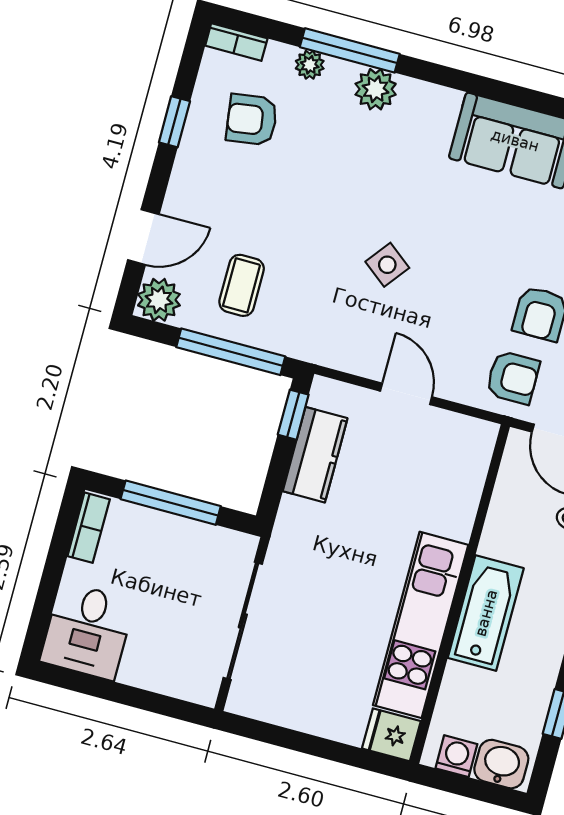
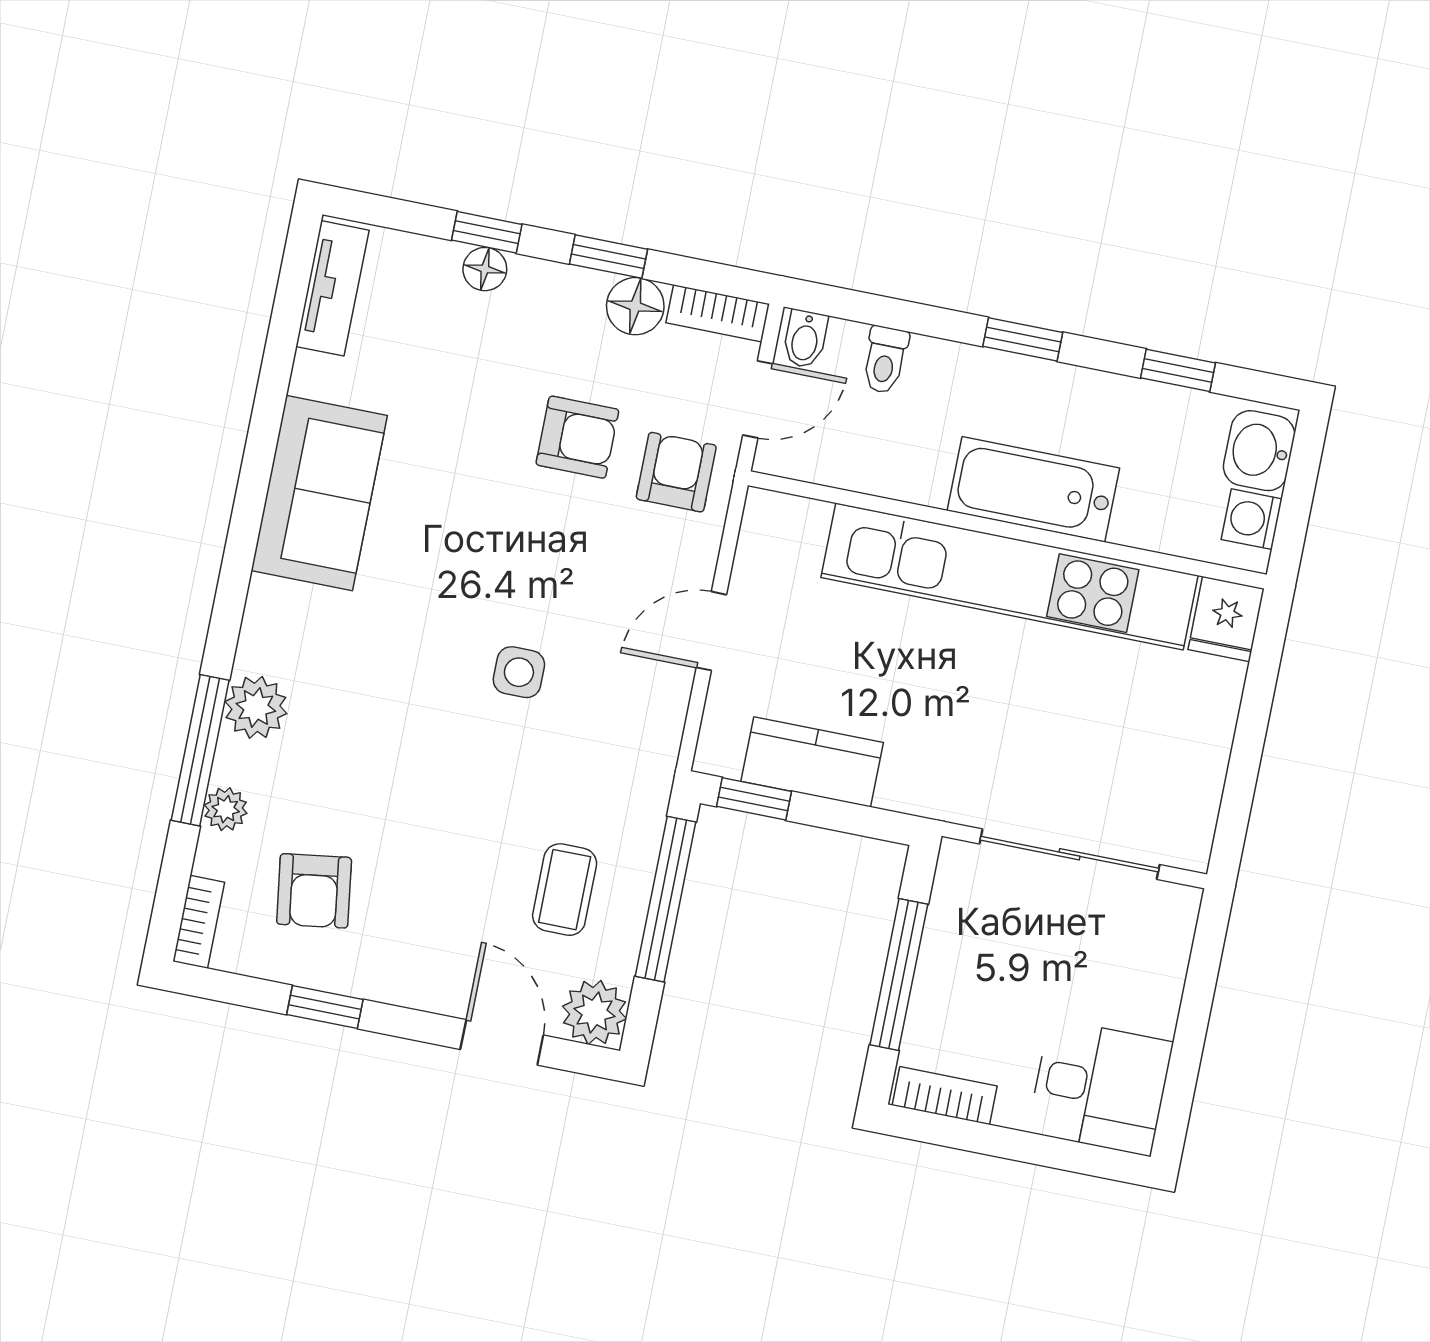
side table: (387, 265) -> (519, 672), turned -38
coffee table: (242, 285) -> (565, 890), turned 90
kitchen unit: (421, 625) -> (1010, 576), width x1.36

